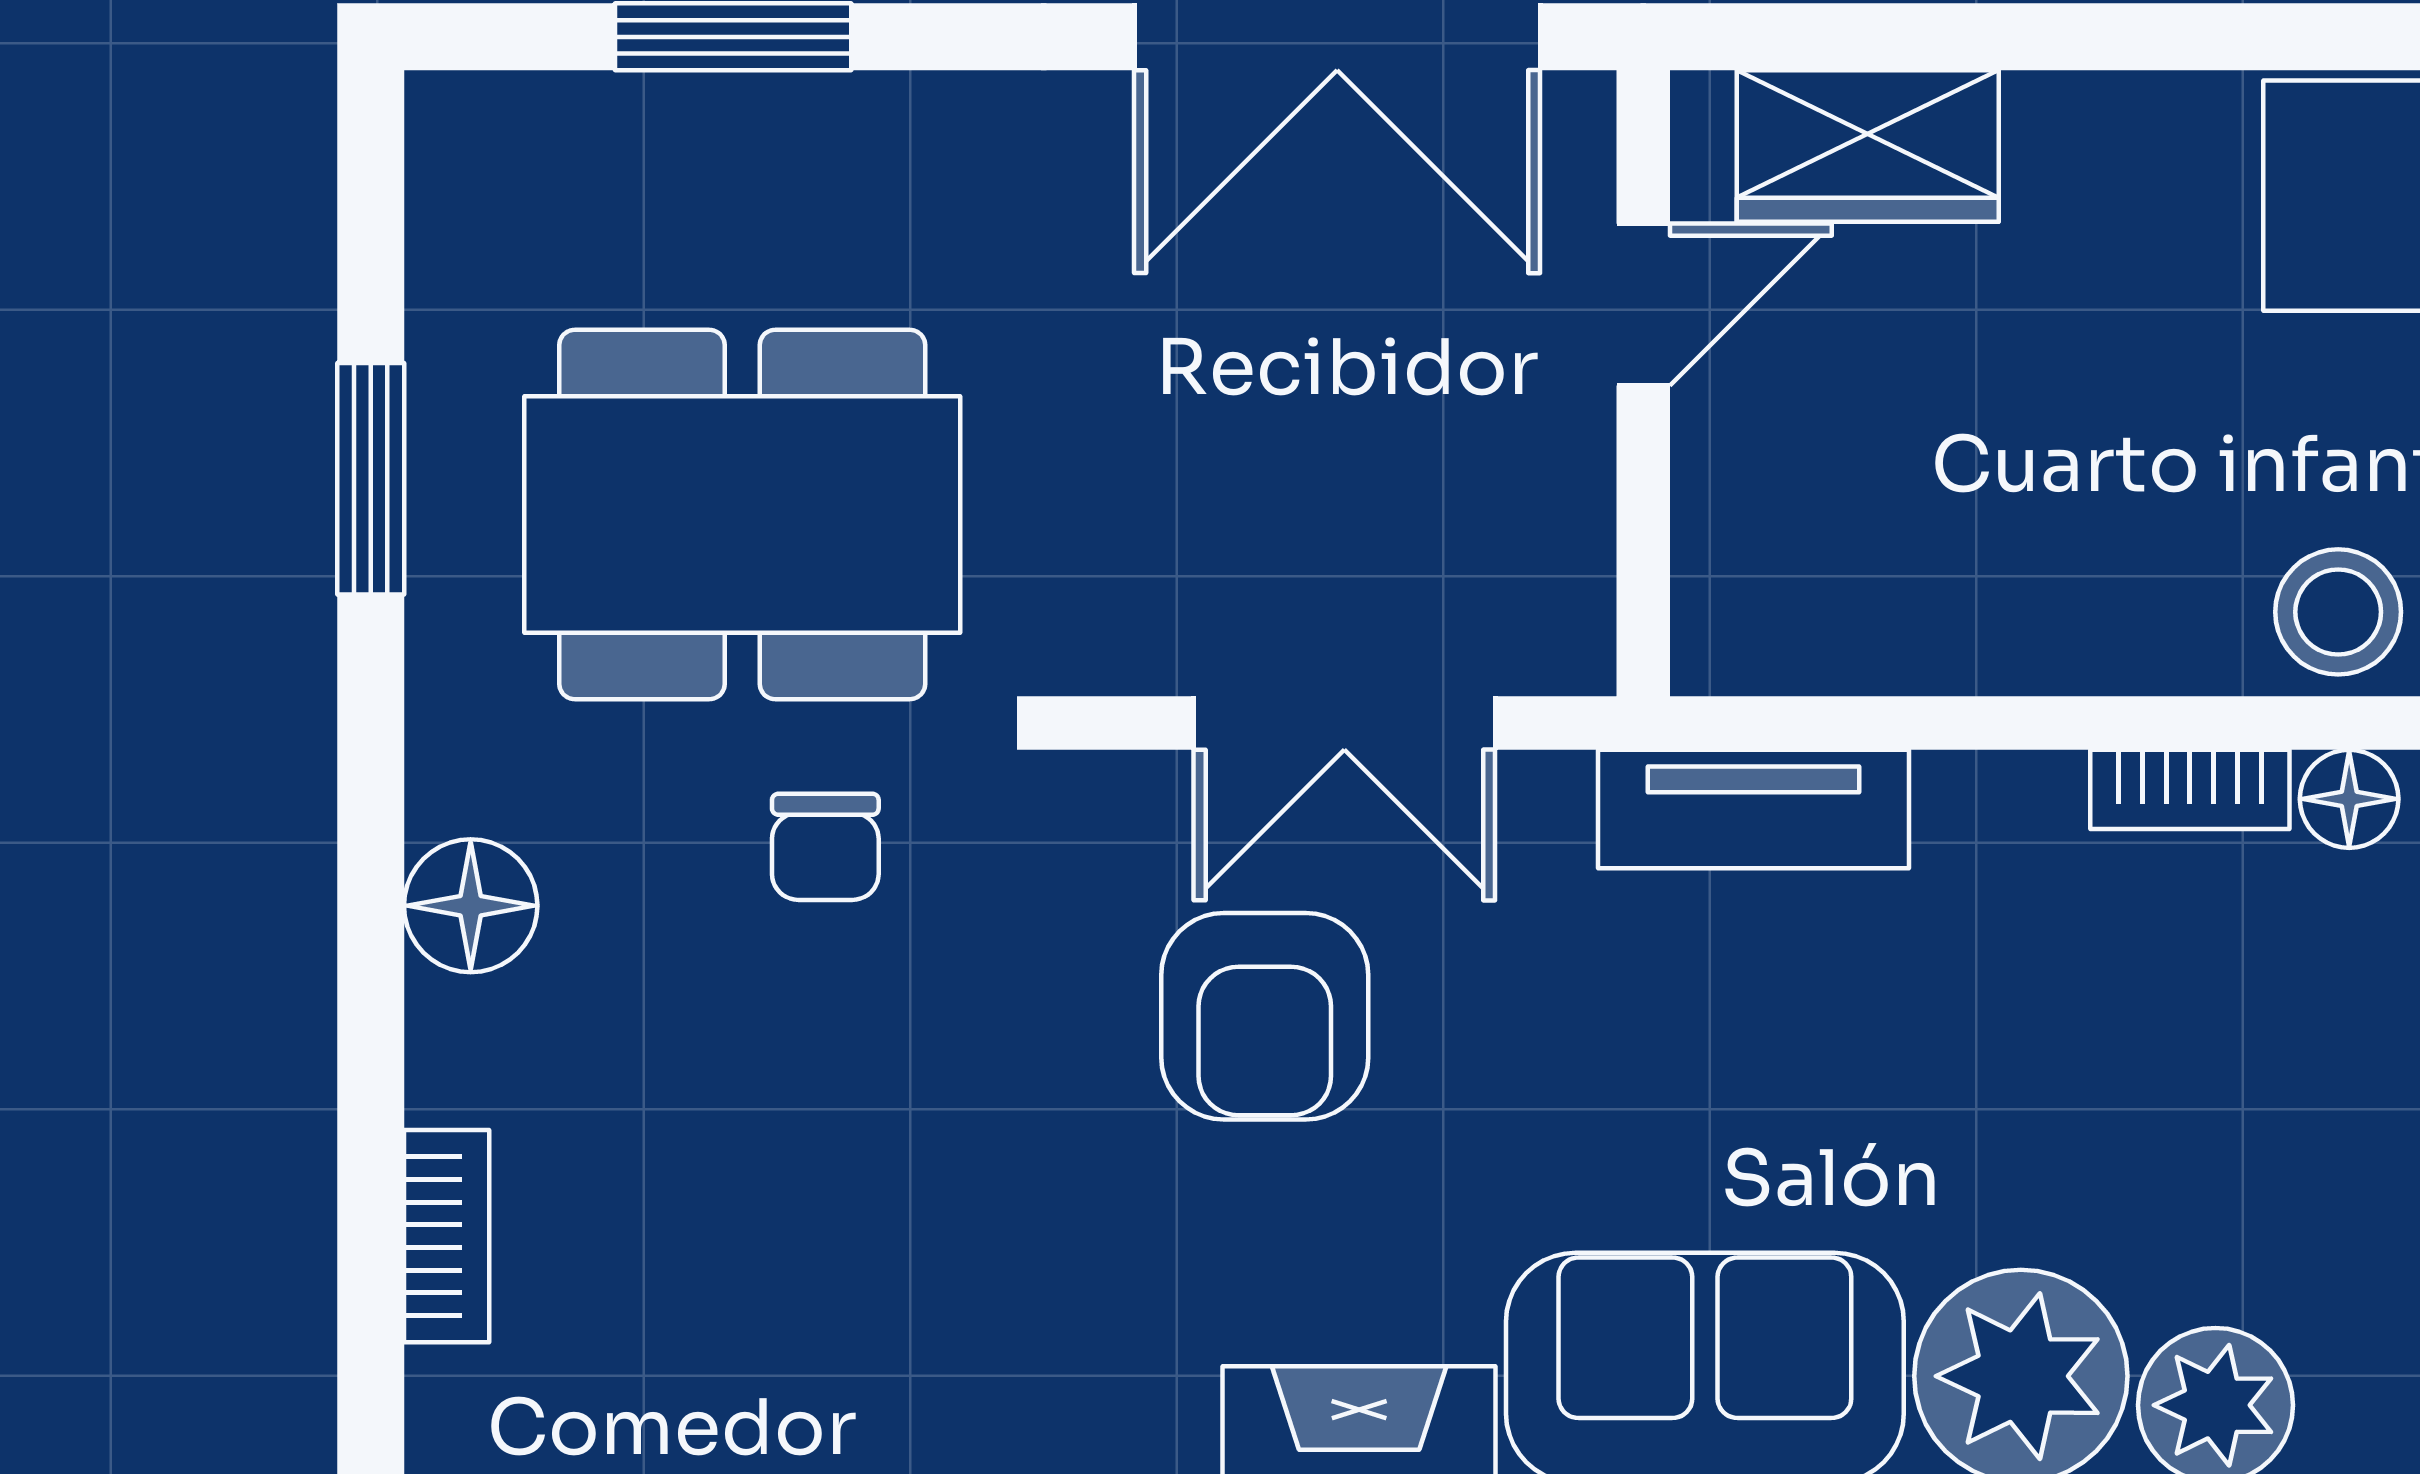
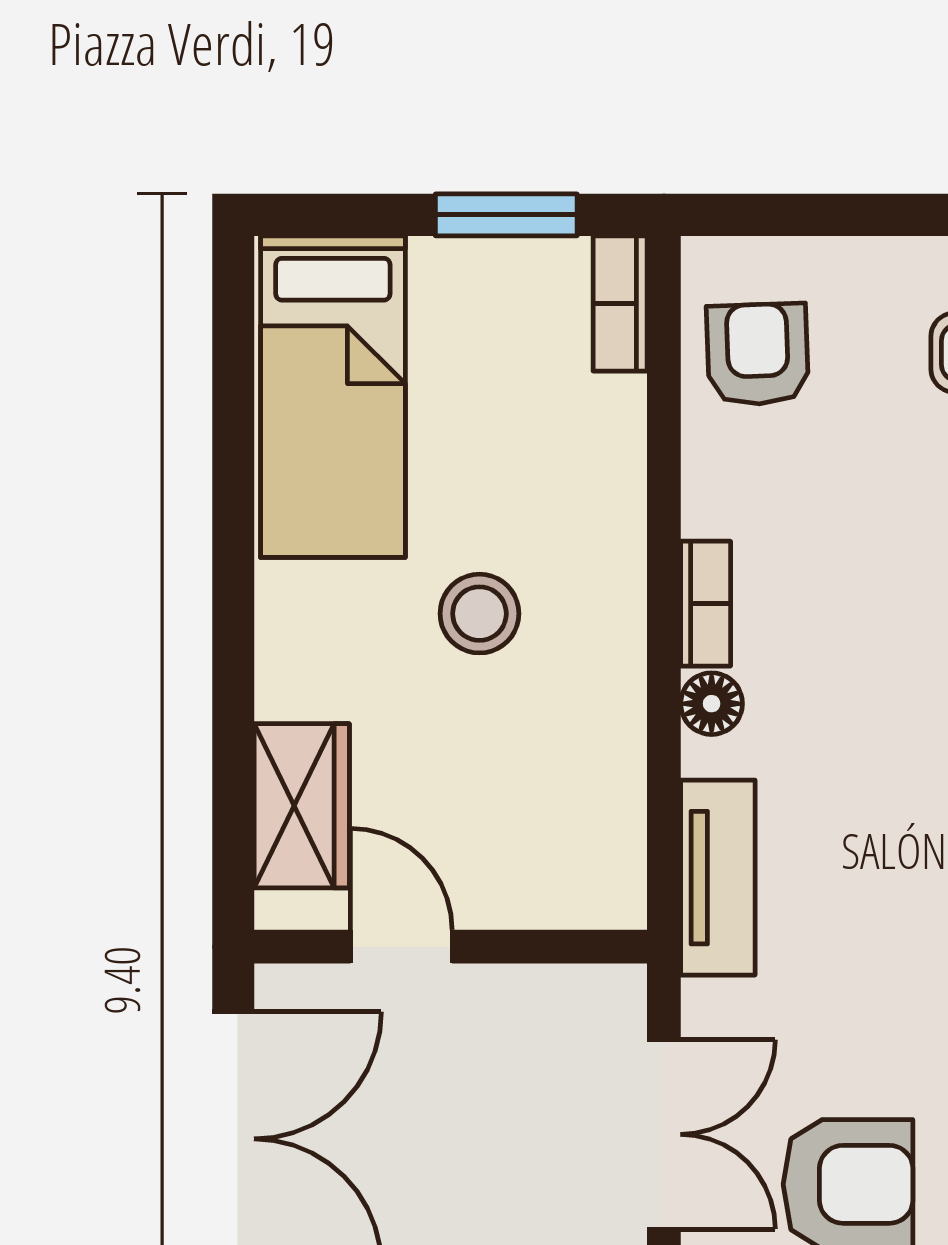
stool: (2338, 612) -> (479, 614), moved
floor lamp: (2349, 799) -> (712, 704), moved

